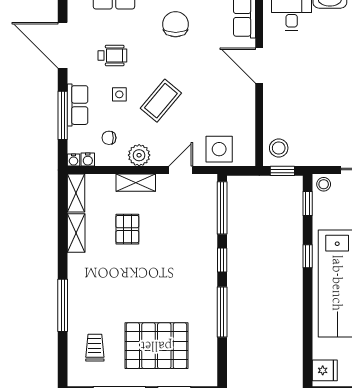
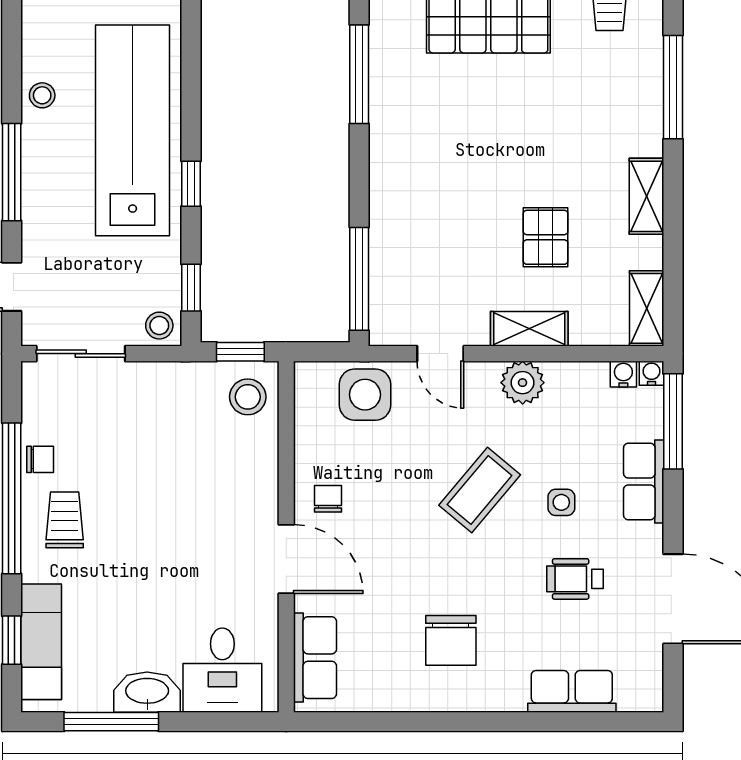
window: (63, 115) -> (673, 421), moved
chair: (109, 138) -> (328, 499), moved, turned -90
door: (181, 170) -> (440, 354), hinge flipped
shelving: (76, 233) -> (646, 196), moved
window: (222, 260) -> (359, 176), removed

